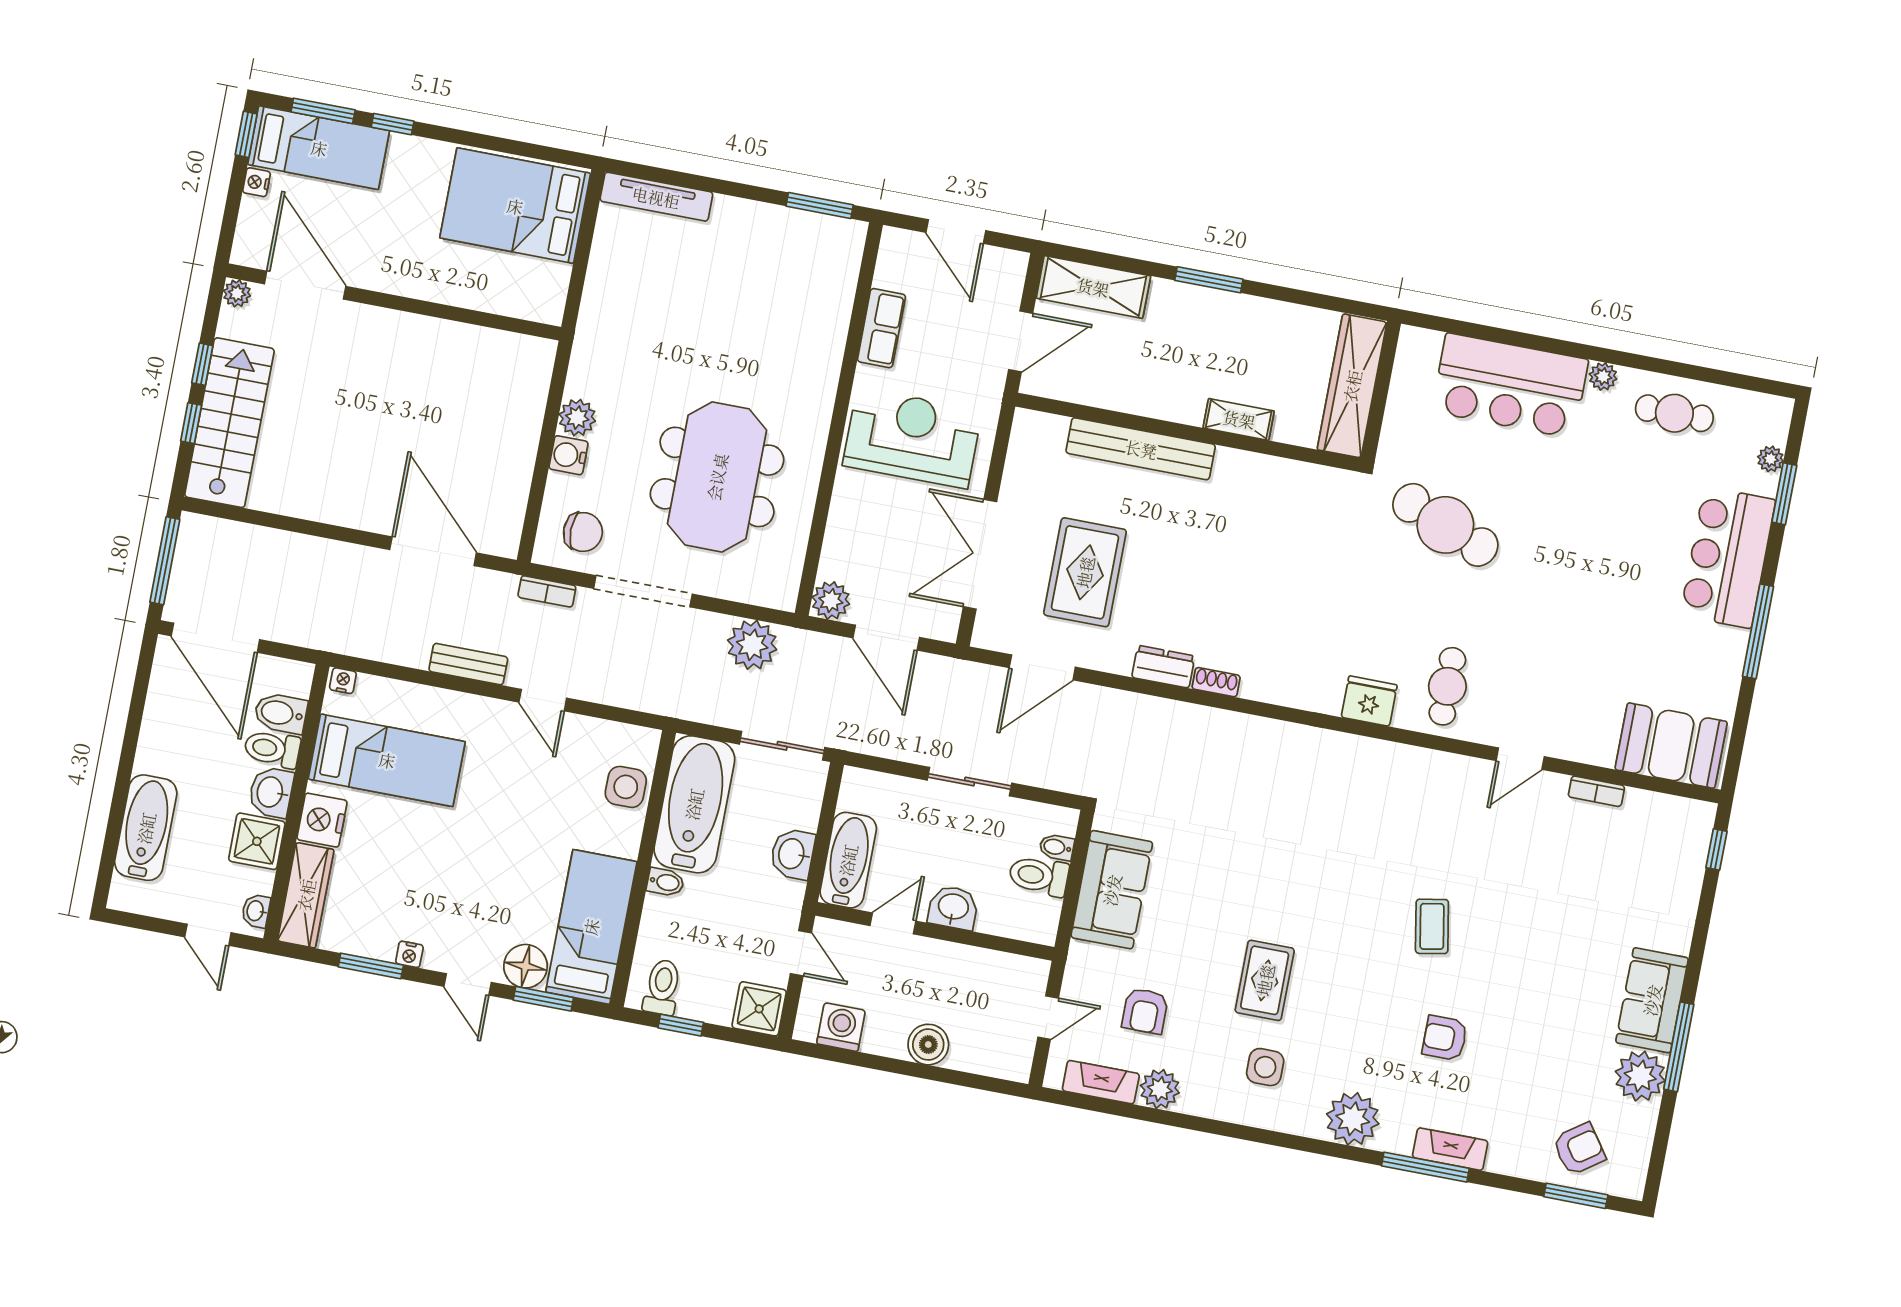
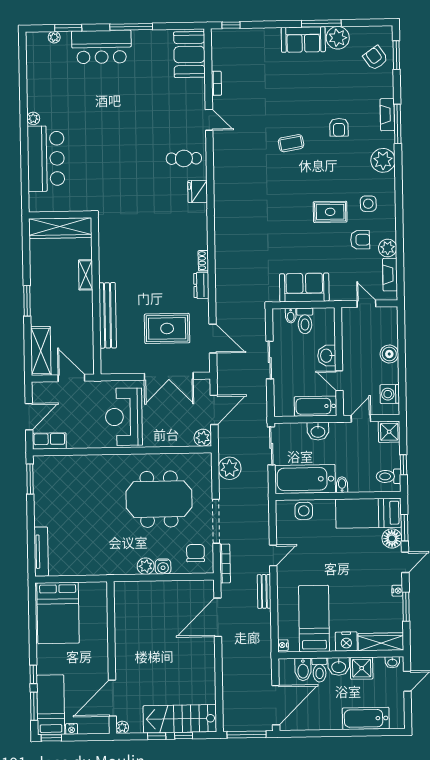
row of seats: (881, 328) -> (49, 441), moved
cafe table: (1674, 413) -> (43, 84), removed
cafe table: (1445, 525) -> (113, 174), removed
bookcase: (547, 591) -> (225, 564), width x1.56
armchair: (1145, 1011) -> (360, 240), moved

